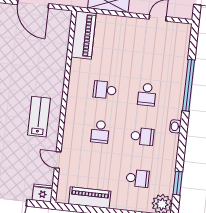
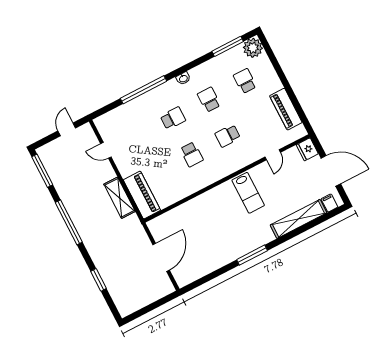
piano: (84, 35) -> (142, 195), moved, turned 90
lab bench: (39, 117) -> (248, 193), turned -90
school desk: (100, 132) -> (228, 136), turned 180
window: (178, 183) -> (228, 46), width x1.44

